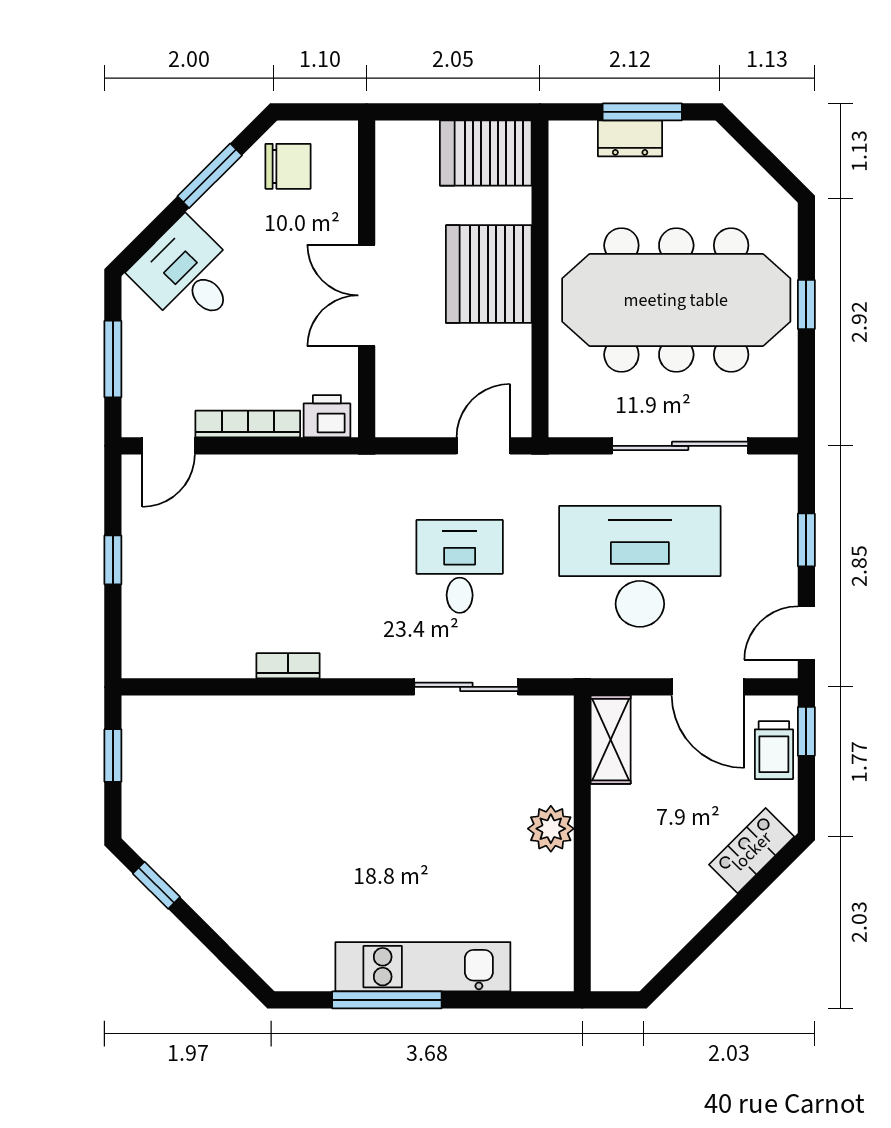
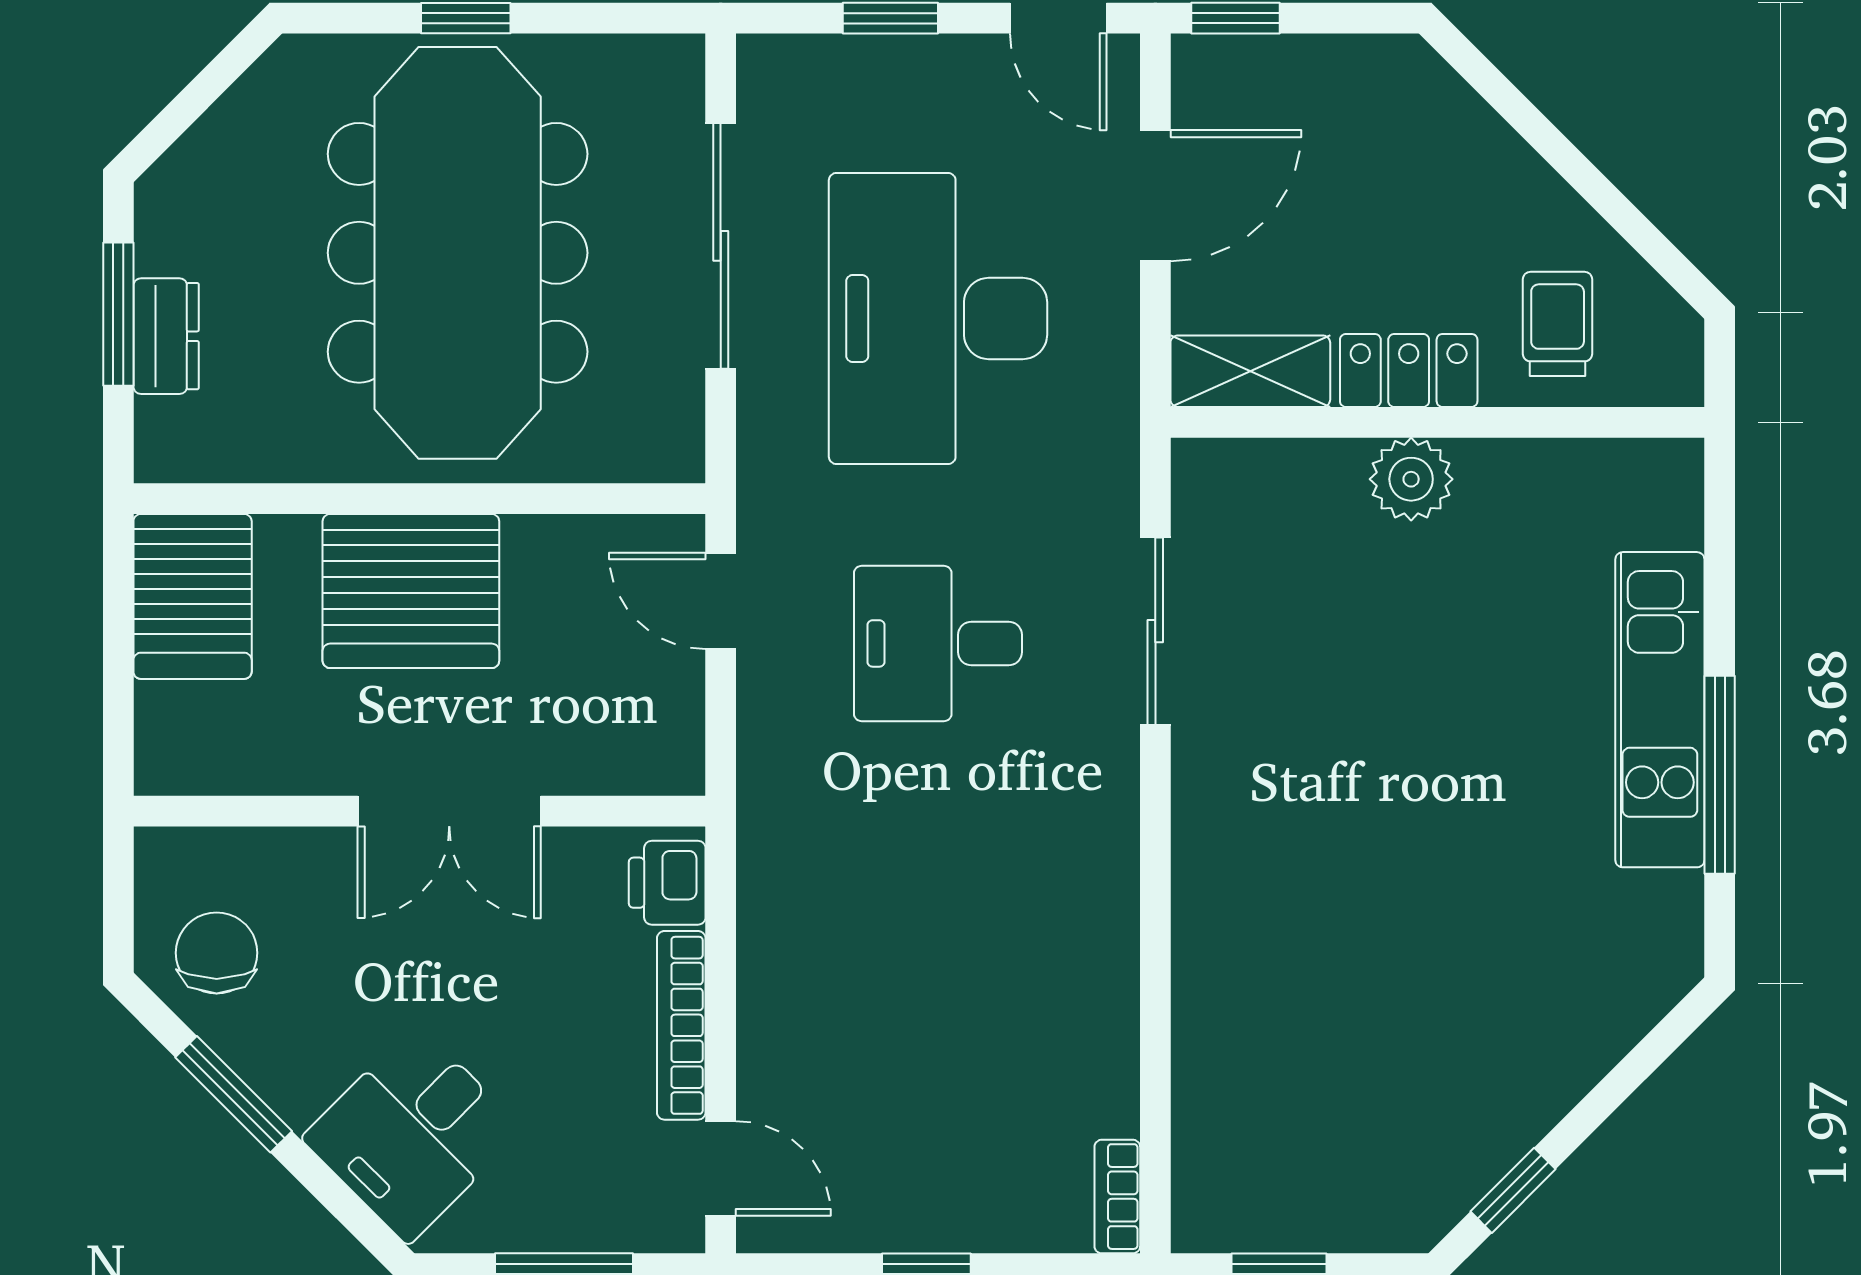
bookcase: (288, 666) -> (1117, 1197), moved
trolley: (774, 750) -> (1558, 324), moved, turned -90
locker: (752, 851) -> (1409, 370), moved, turned 135

